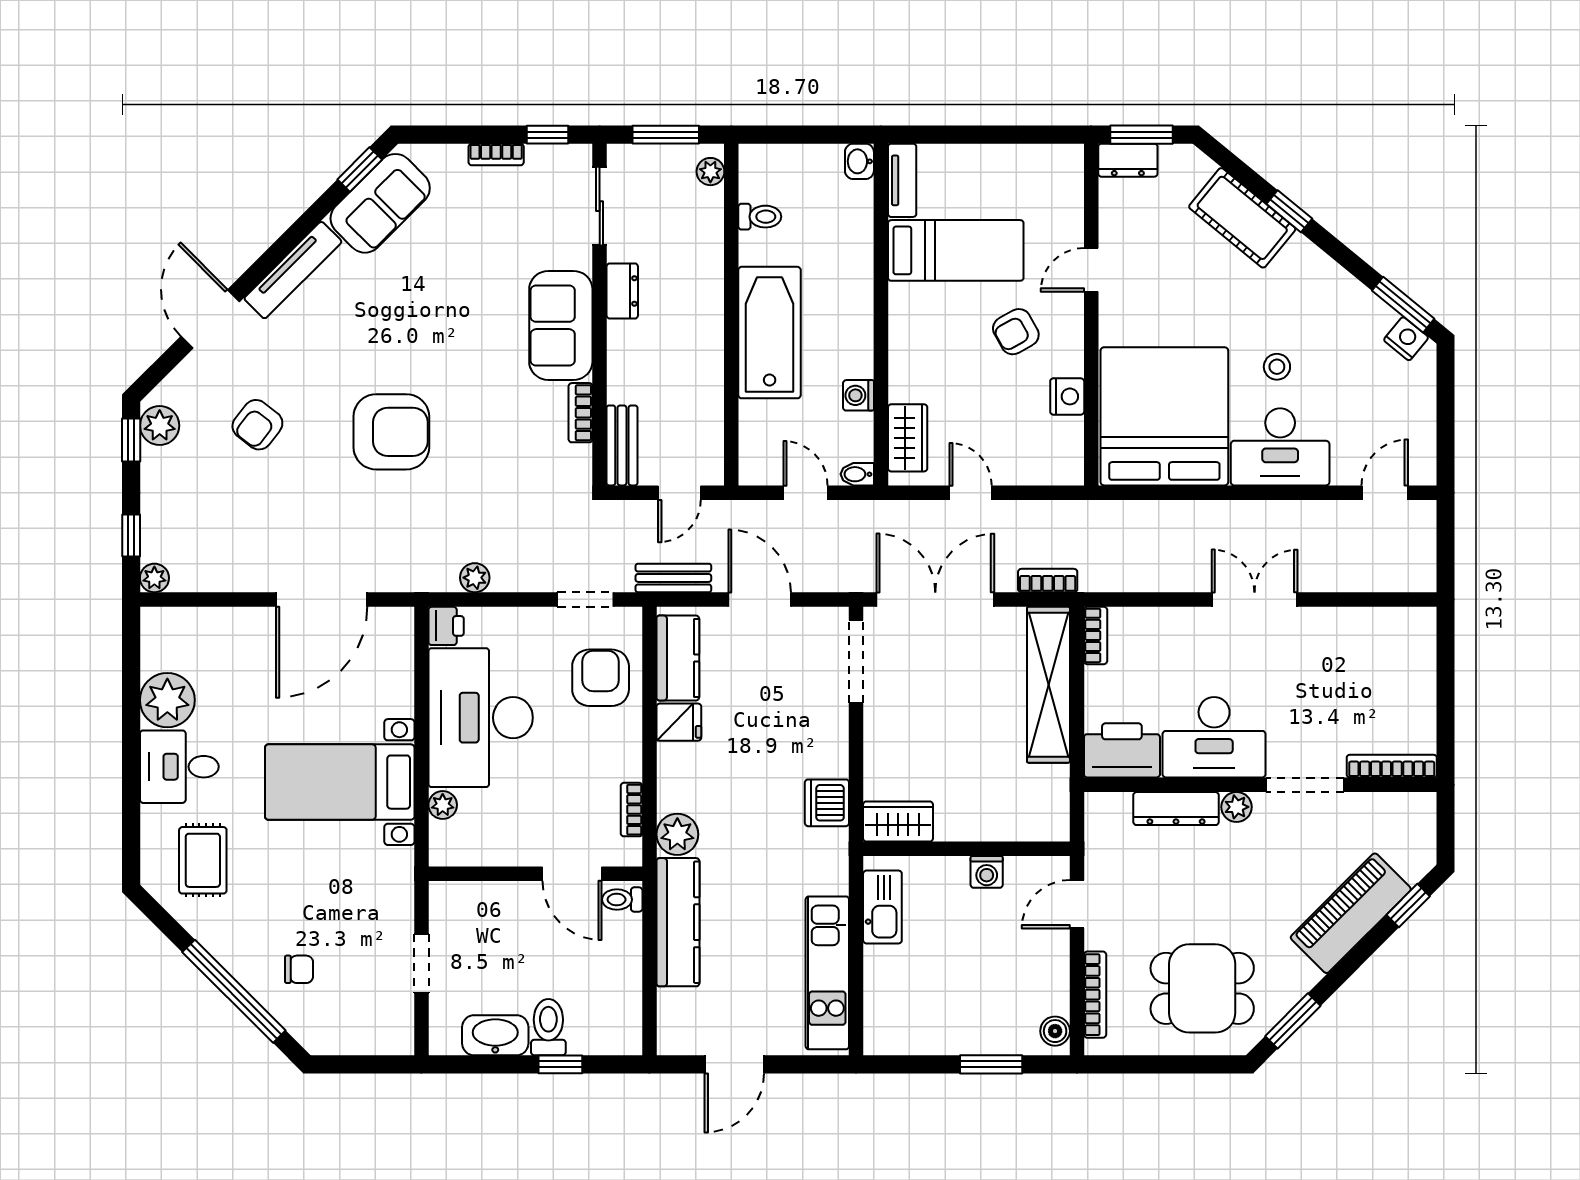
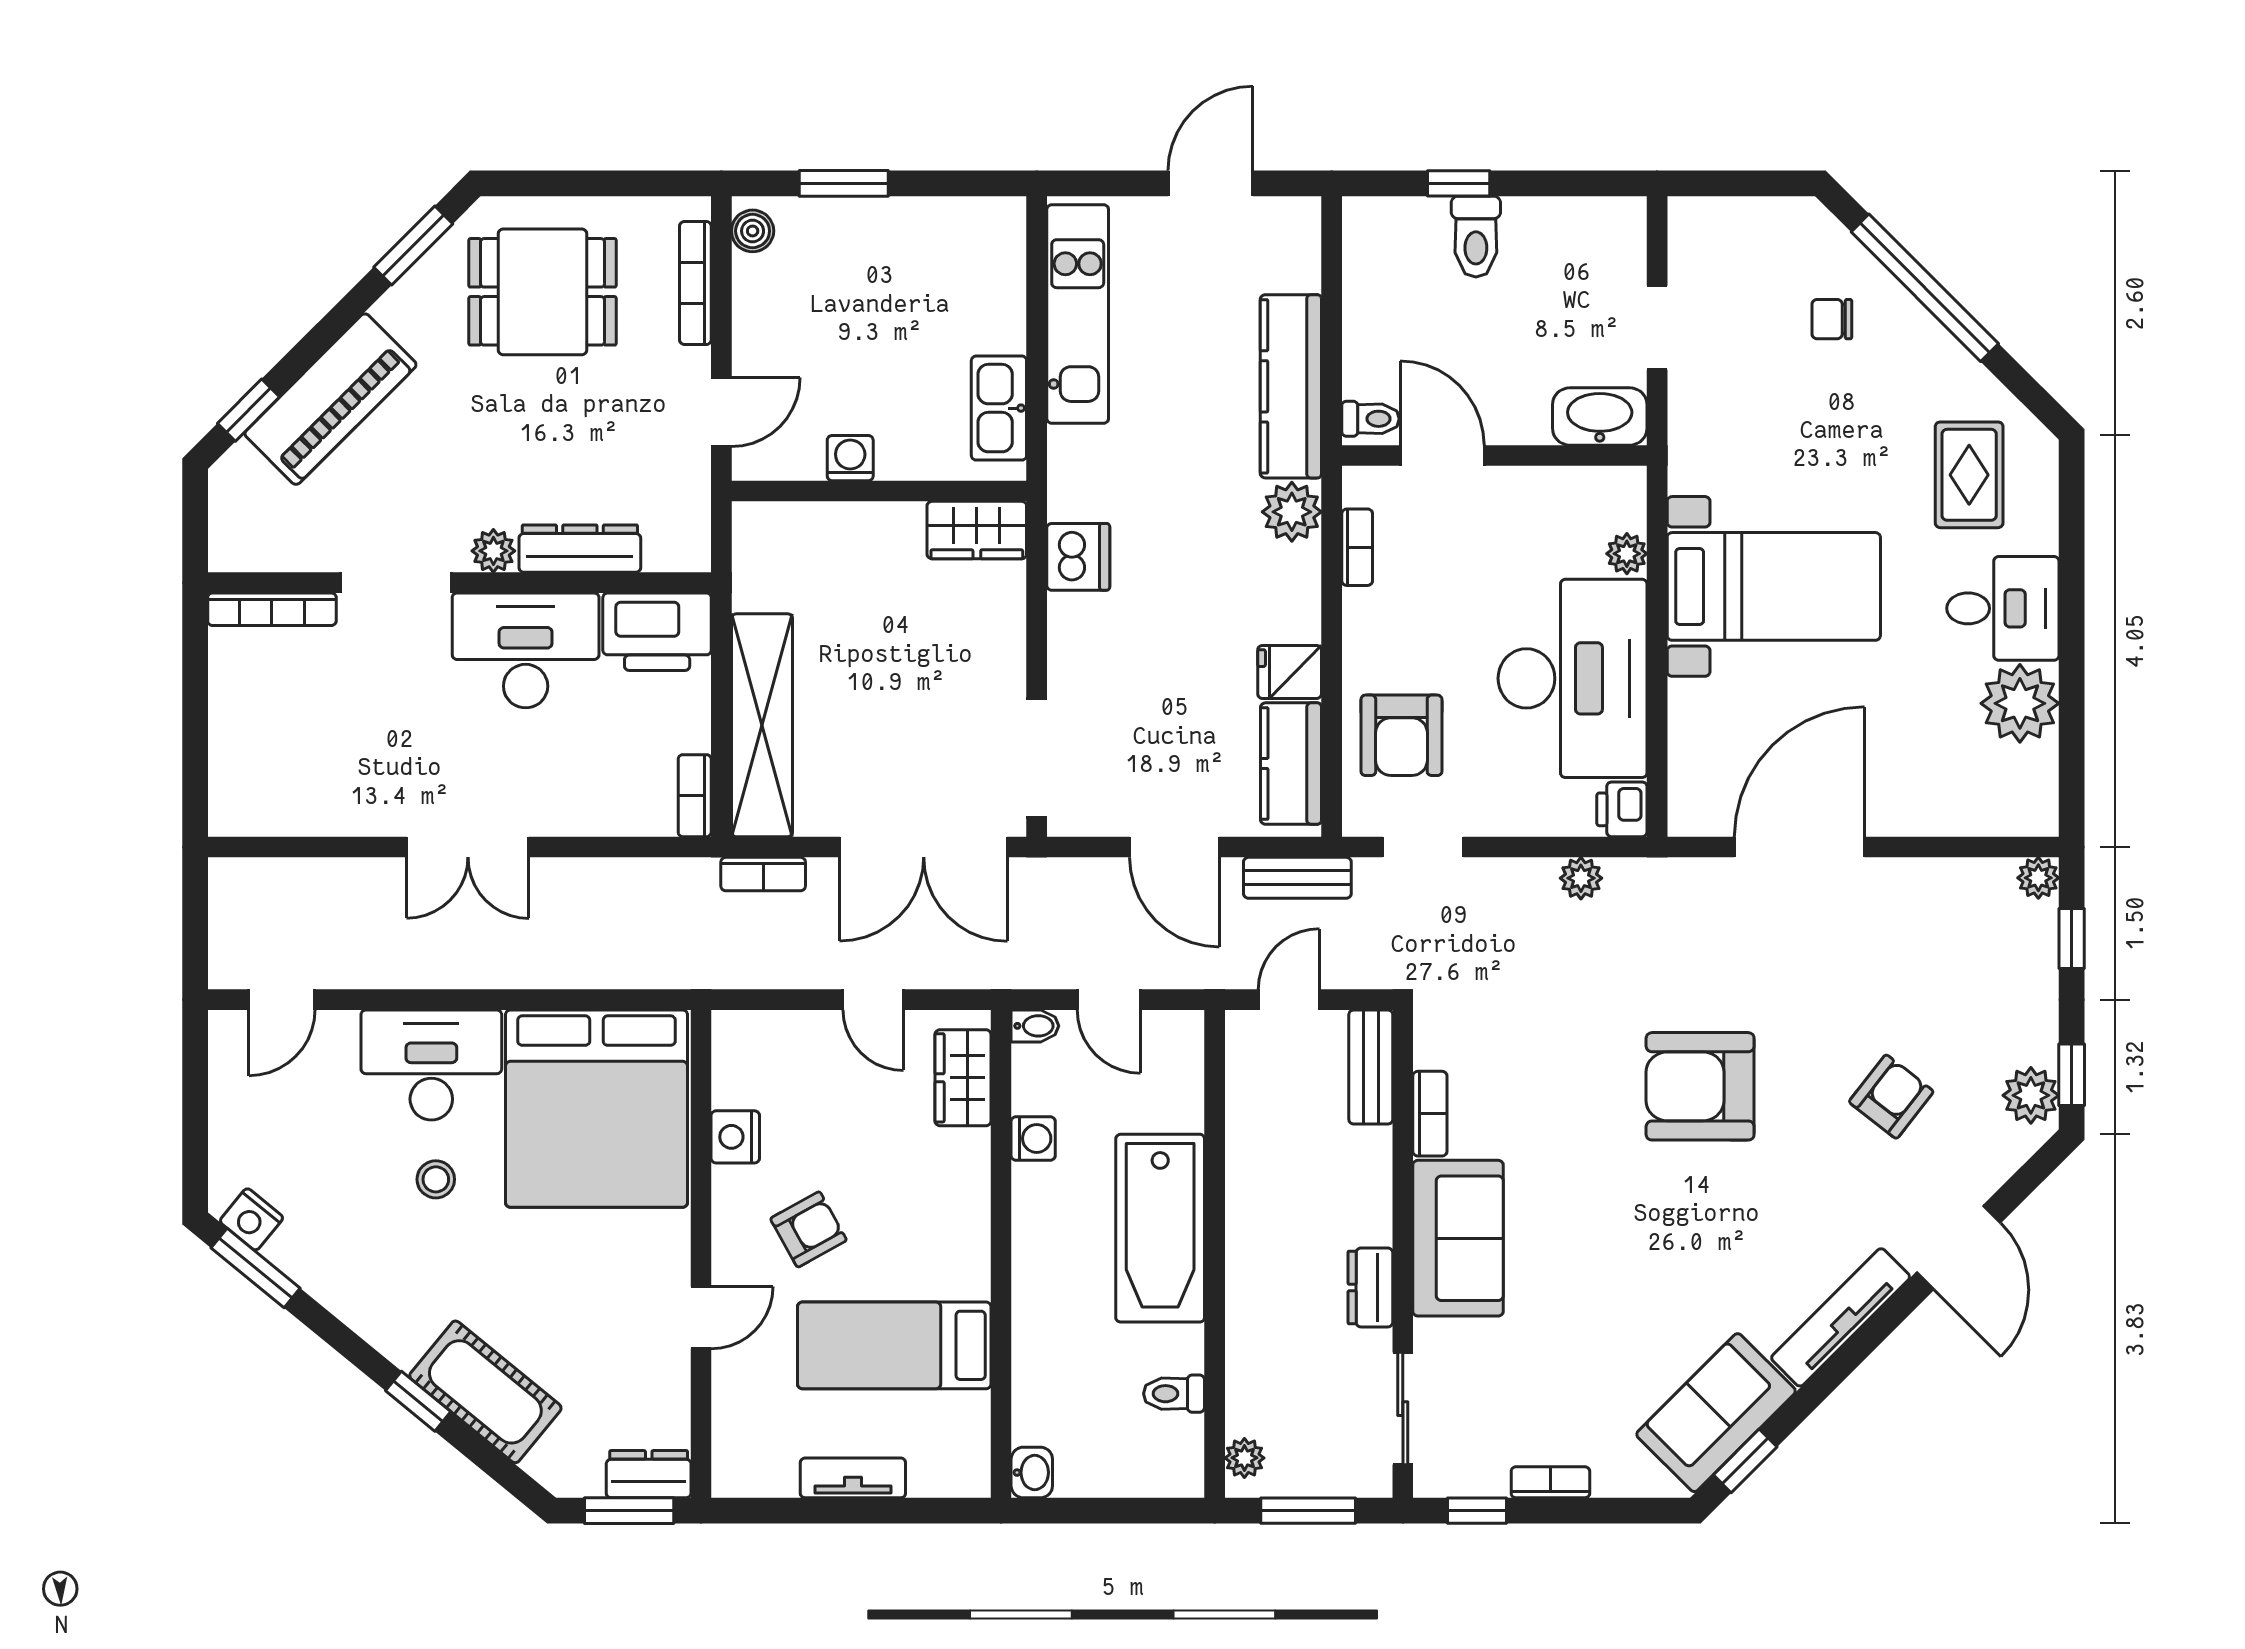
tv unit: (902, 180) -> (853, 1478), moved, turned 90
washbasin: (495, 1035) -> (1600, 416), moved, turned 180

